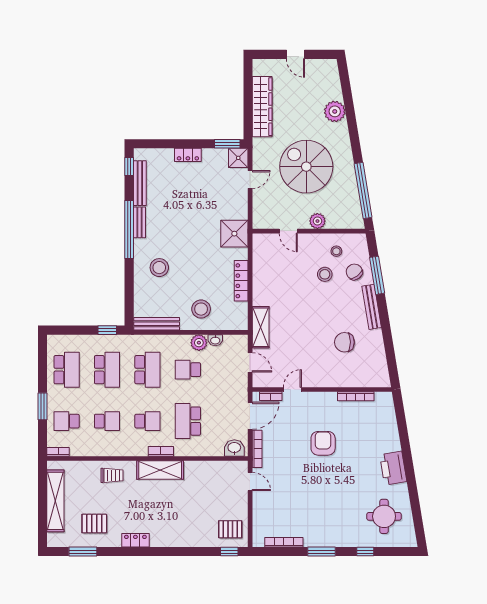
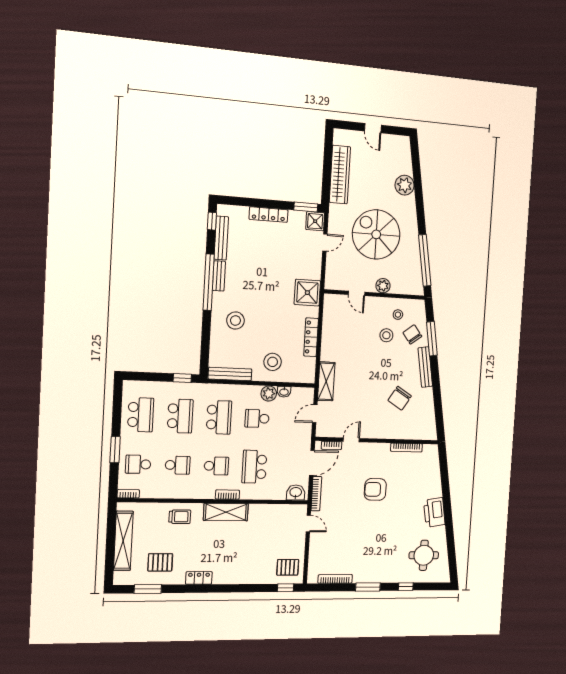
locker: (188, 155) -> (268, 215), width x1.53
chair: (344, 342) -> (400, 398), turned -58
door: (250, 362) -> (315, 414), swing flipped
armchair: (323, 443) -> (375, 489), turned -90

